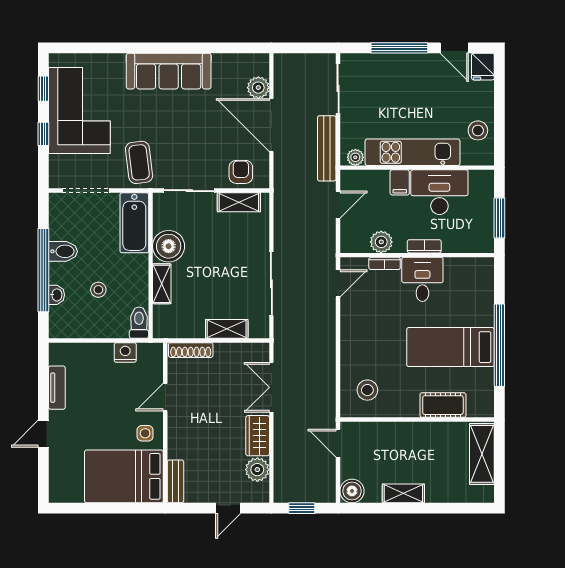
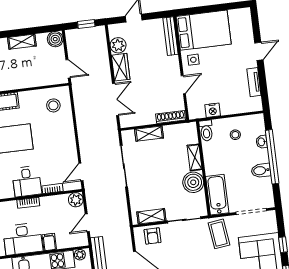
plant: (381, 242) -> (76, 200), moved
stool: (98, 290) -> (235, 135), moved
bench: (175, 481) -> (170, 36), width x1.36

